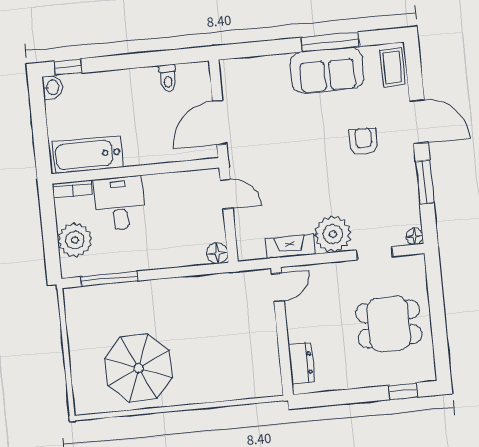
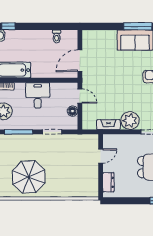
desk: (119, 203) -> (38, 95), moved
floor lamp: (217, 253) -> (72, 111), moved
doorway: (177, 272) -> (52, 132), added
door: (278, 287) -> (101, 156), moved

